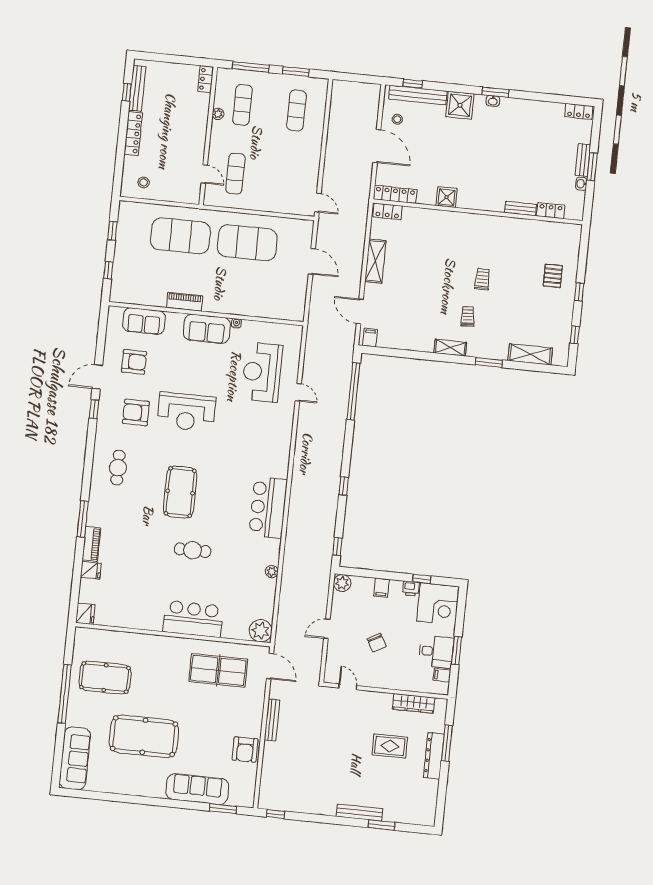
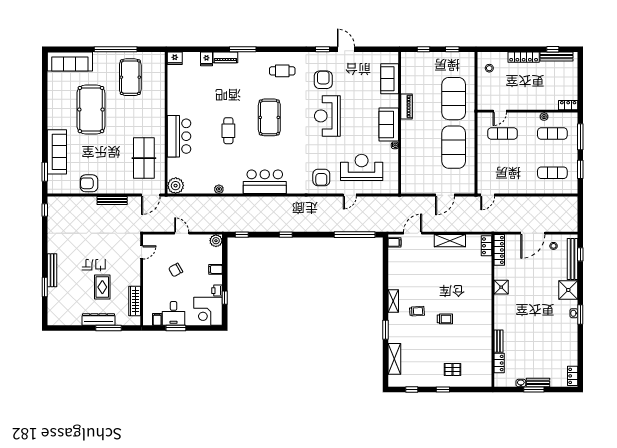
armchair: (134, 362) -> (321, 177), moved
pool table: (180, 492) -> (269, 117), turned 90

